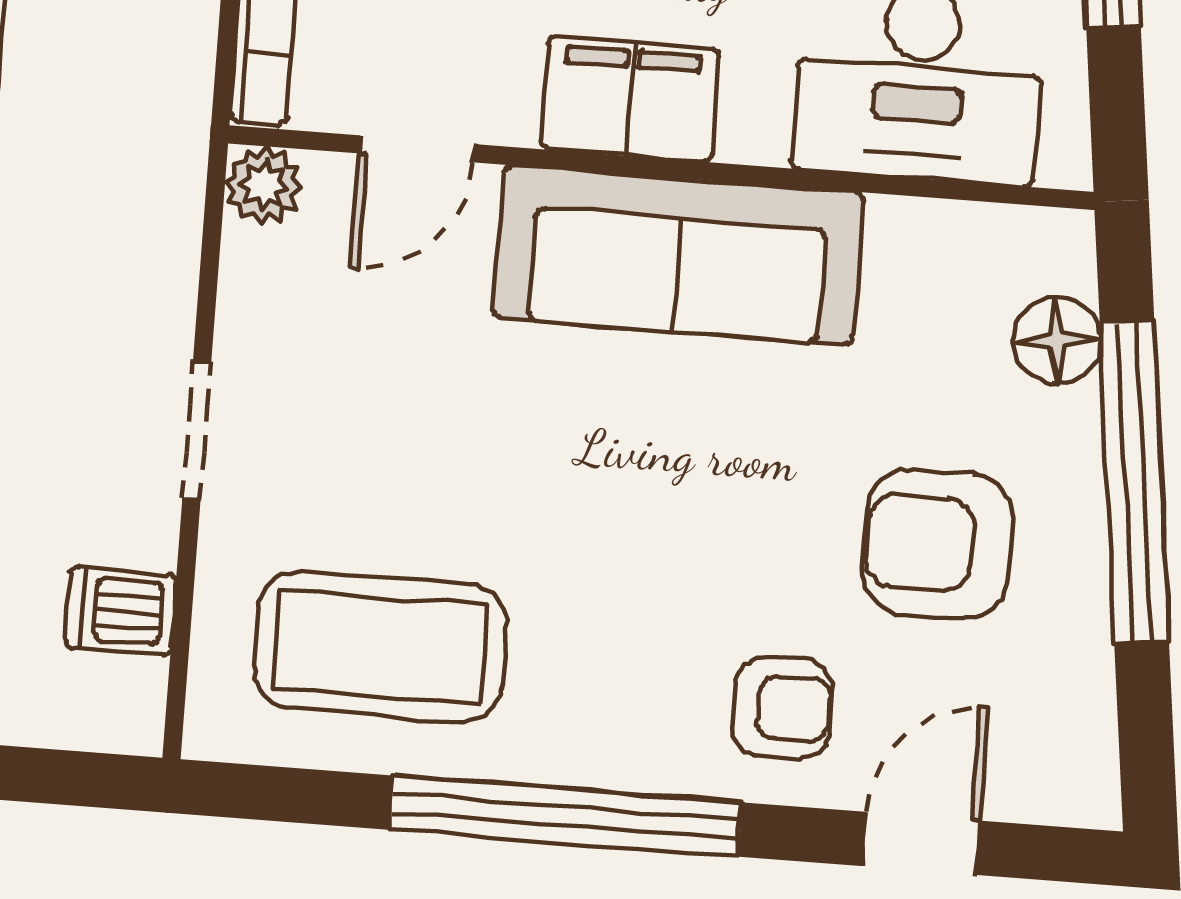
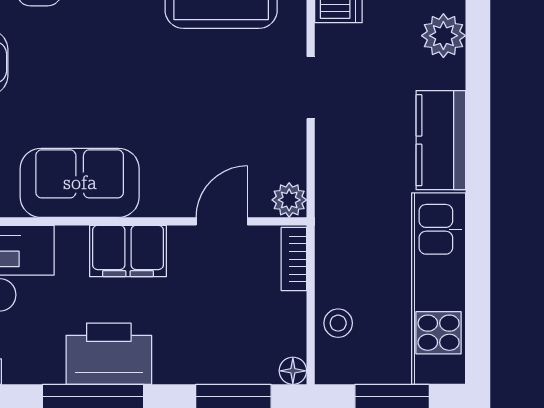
sofa: (678, 255) -> (80, 183), width x0.73

